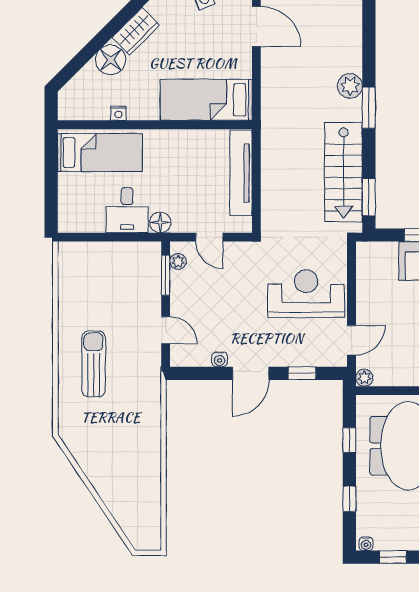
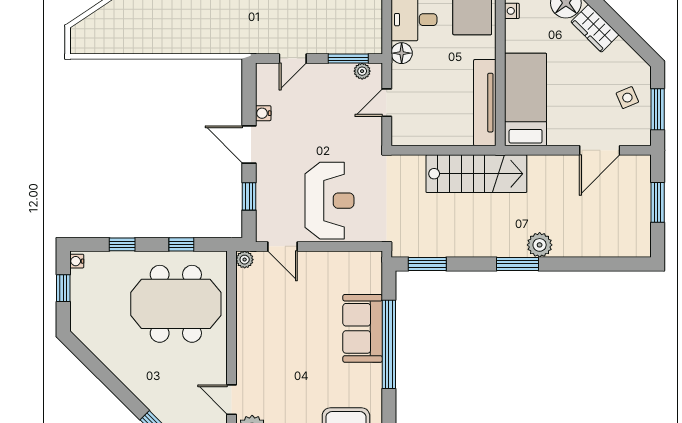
stairs: (344, 172) -> (476, 174), moved, turned 180
tv unit: (241, 173) -> (485, 103), moved, turned -90

